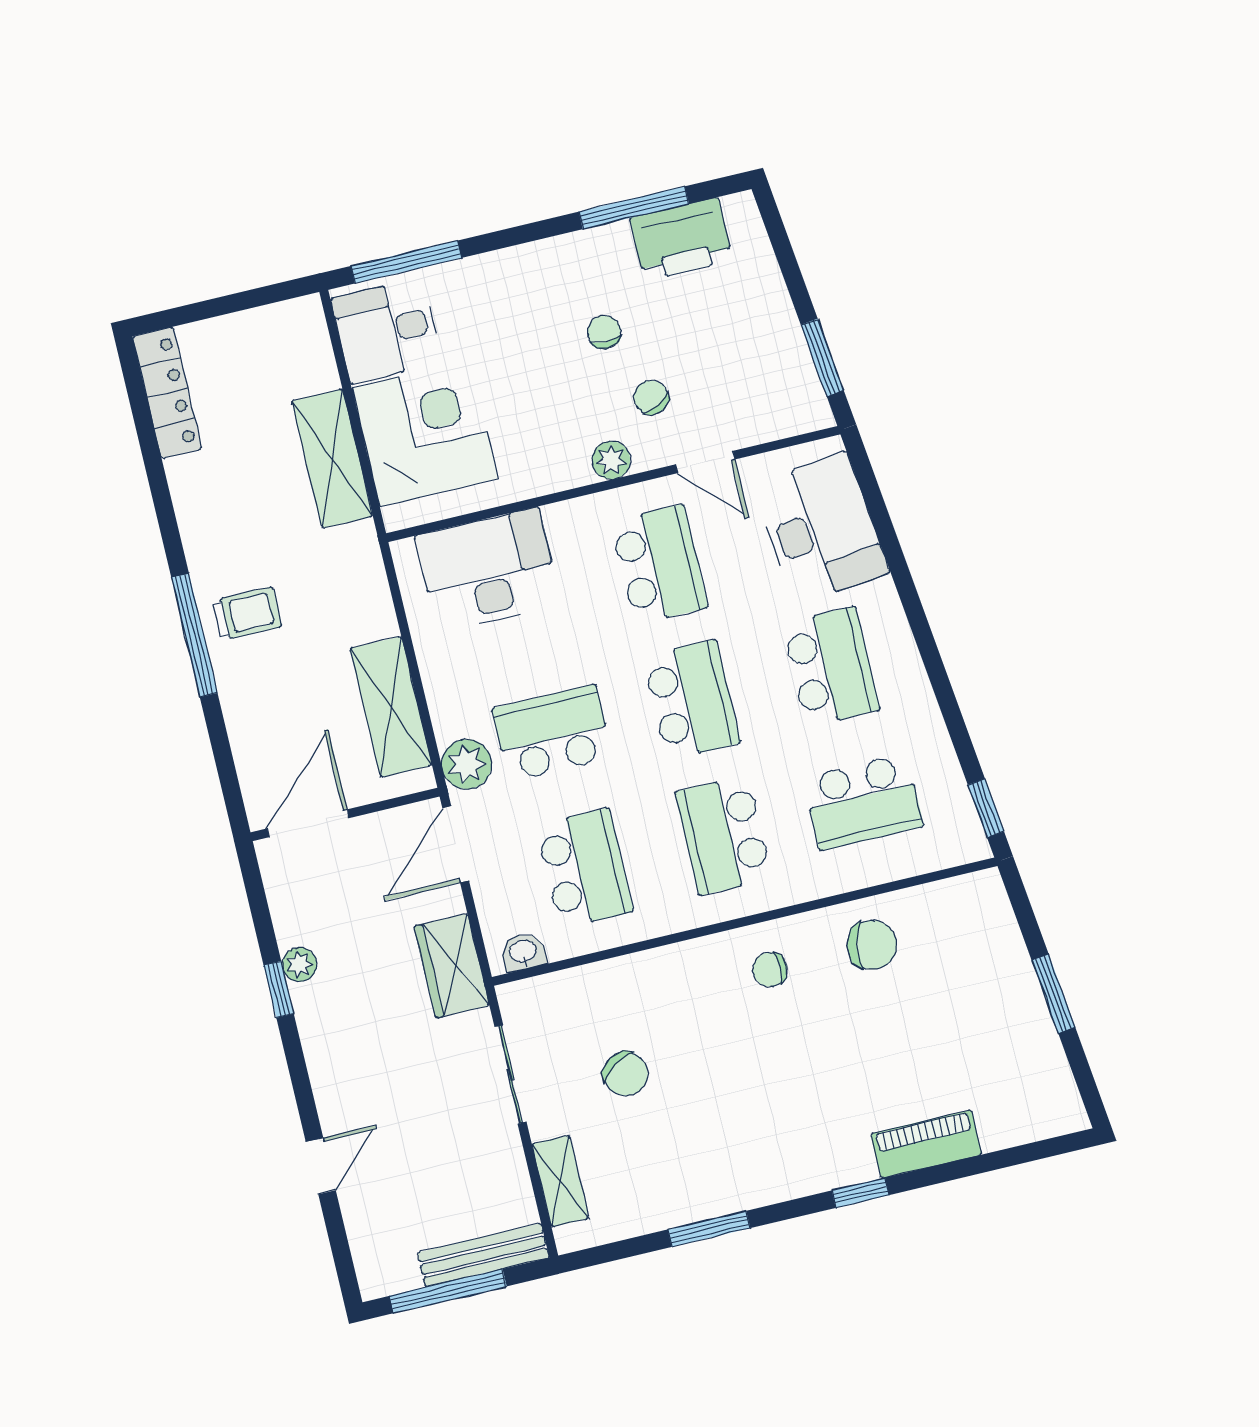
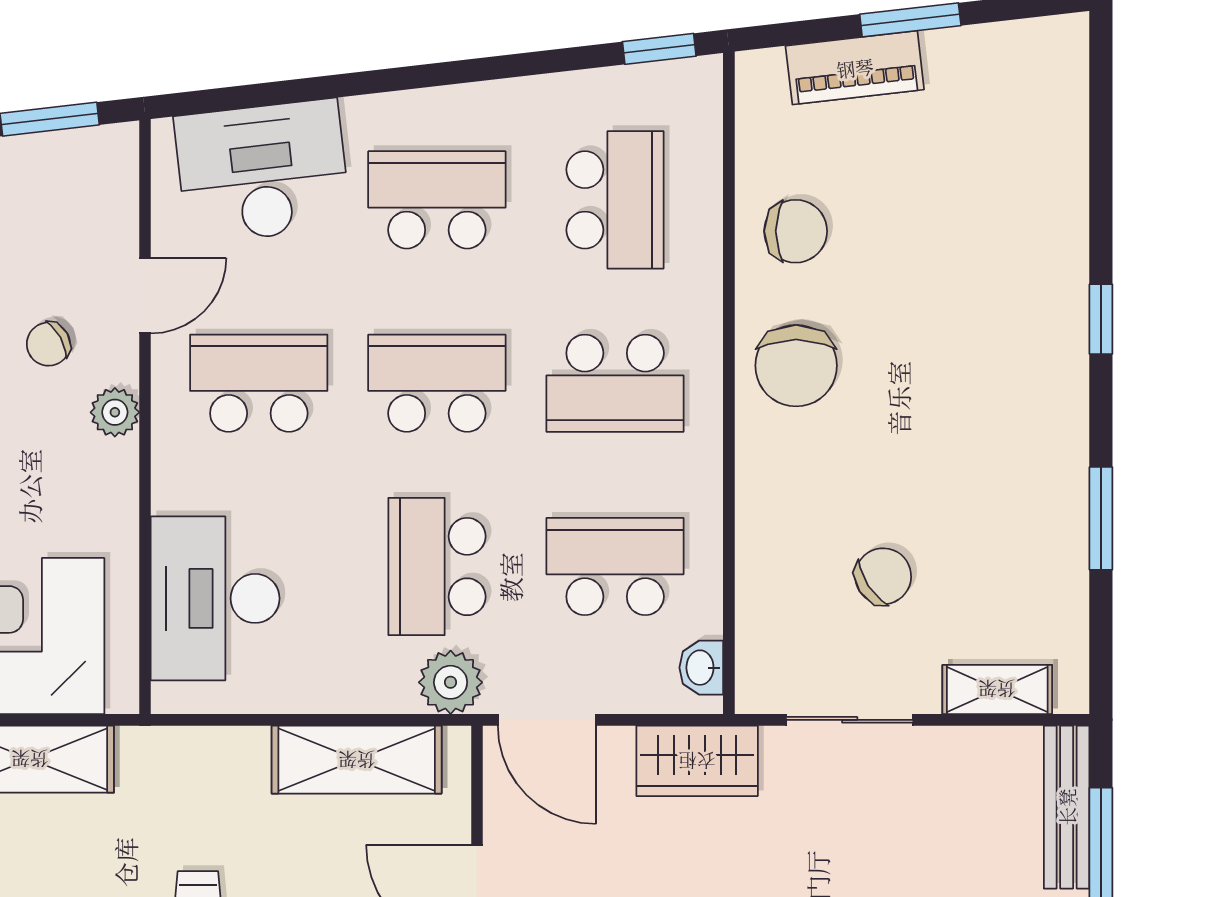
chair: (872, 945) -> (796, 231), turned 79
chair: (770, 970) -> (796, 366), width x1.87, depth x1.87
piano: (926, 1144) -> (855, 68), moved, turned -97

